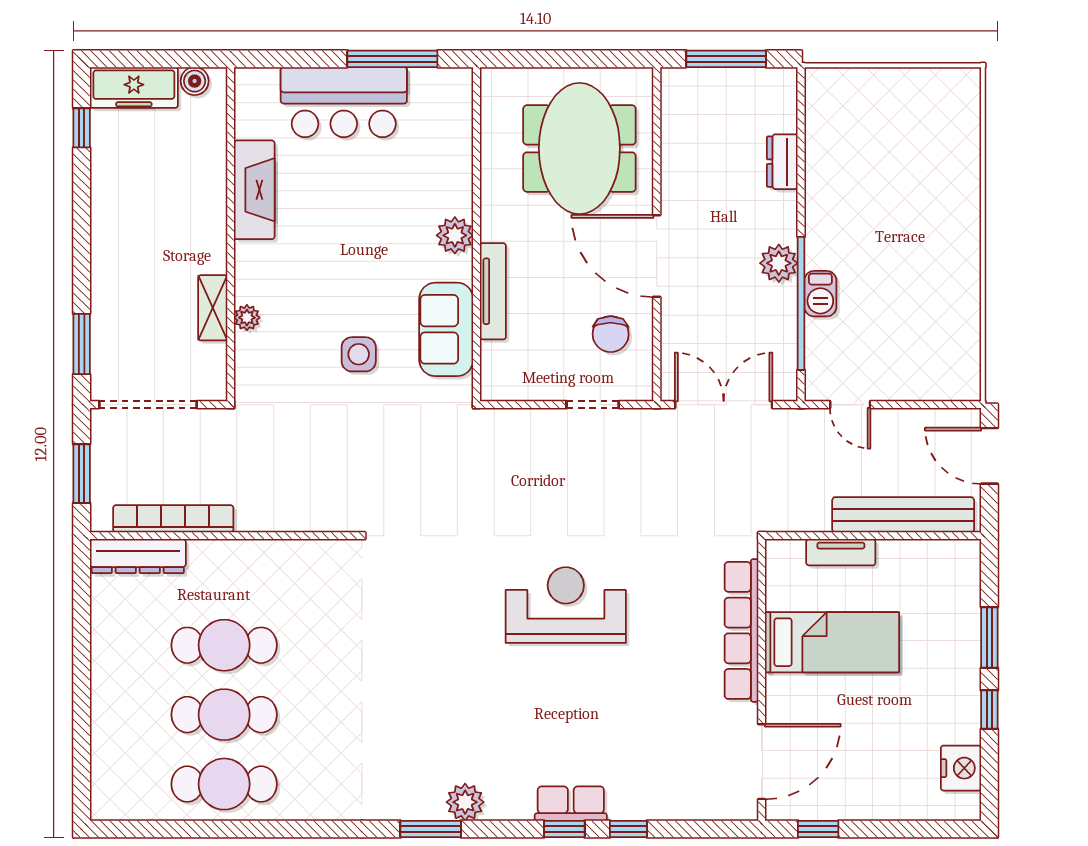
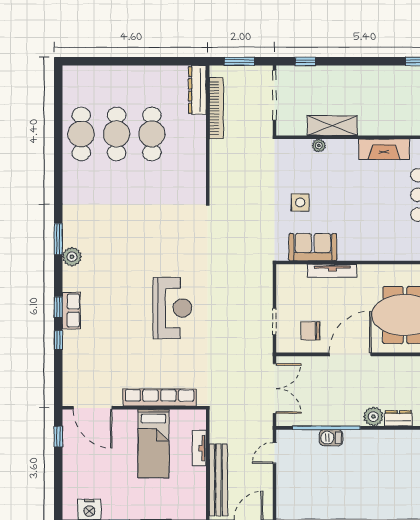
plant: (455, 235) -> (361, 251), removed
plant: (779, 263) -> (373, 417), moved
shelving: (213, 308) -> (332, 126), width x1.50, depth x1.33
window: (82, 344) -> (305, 61), width x0.67

